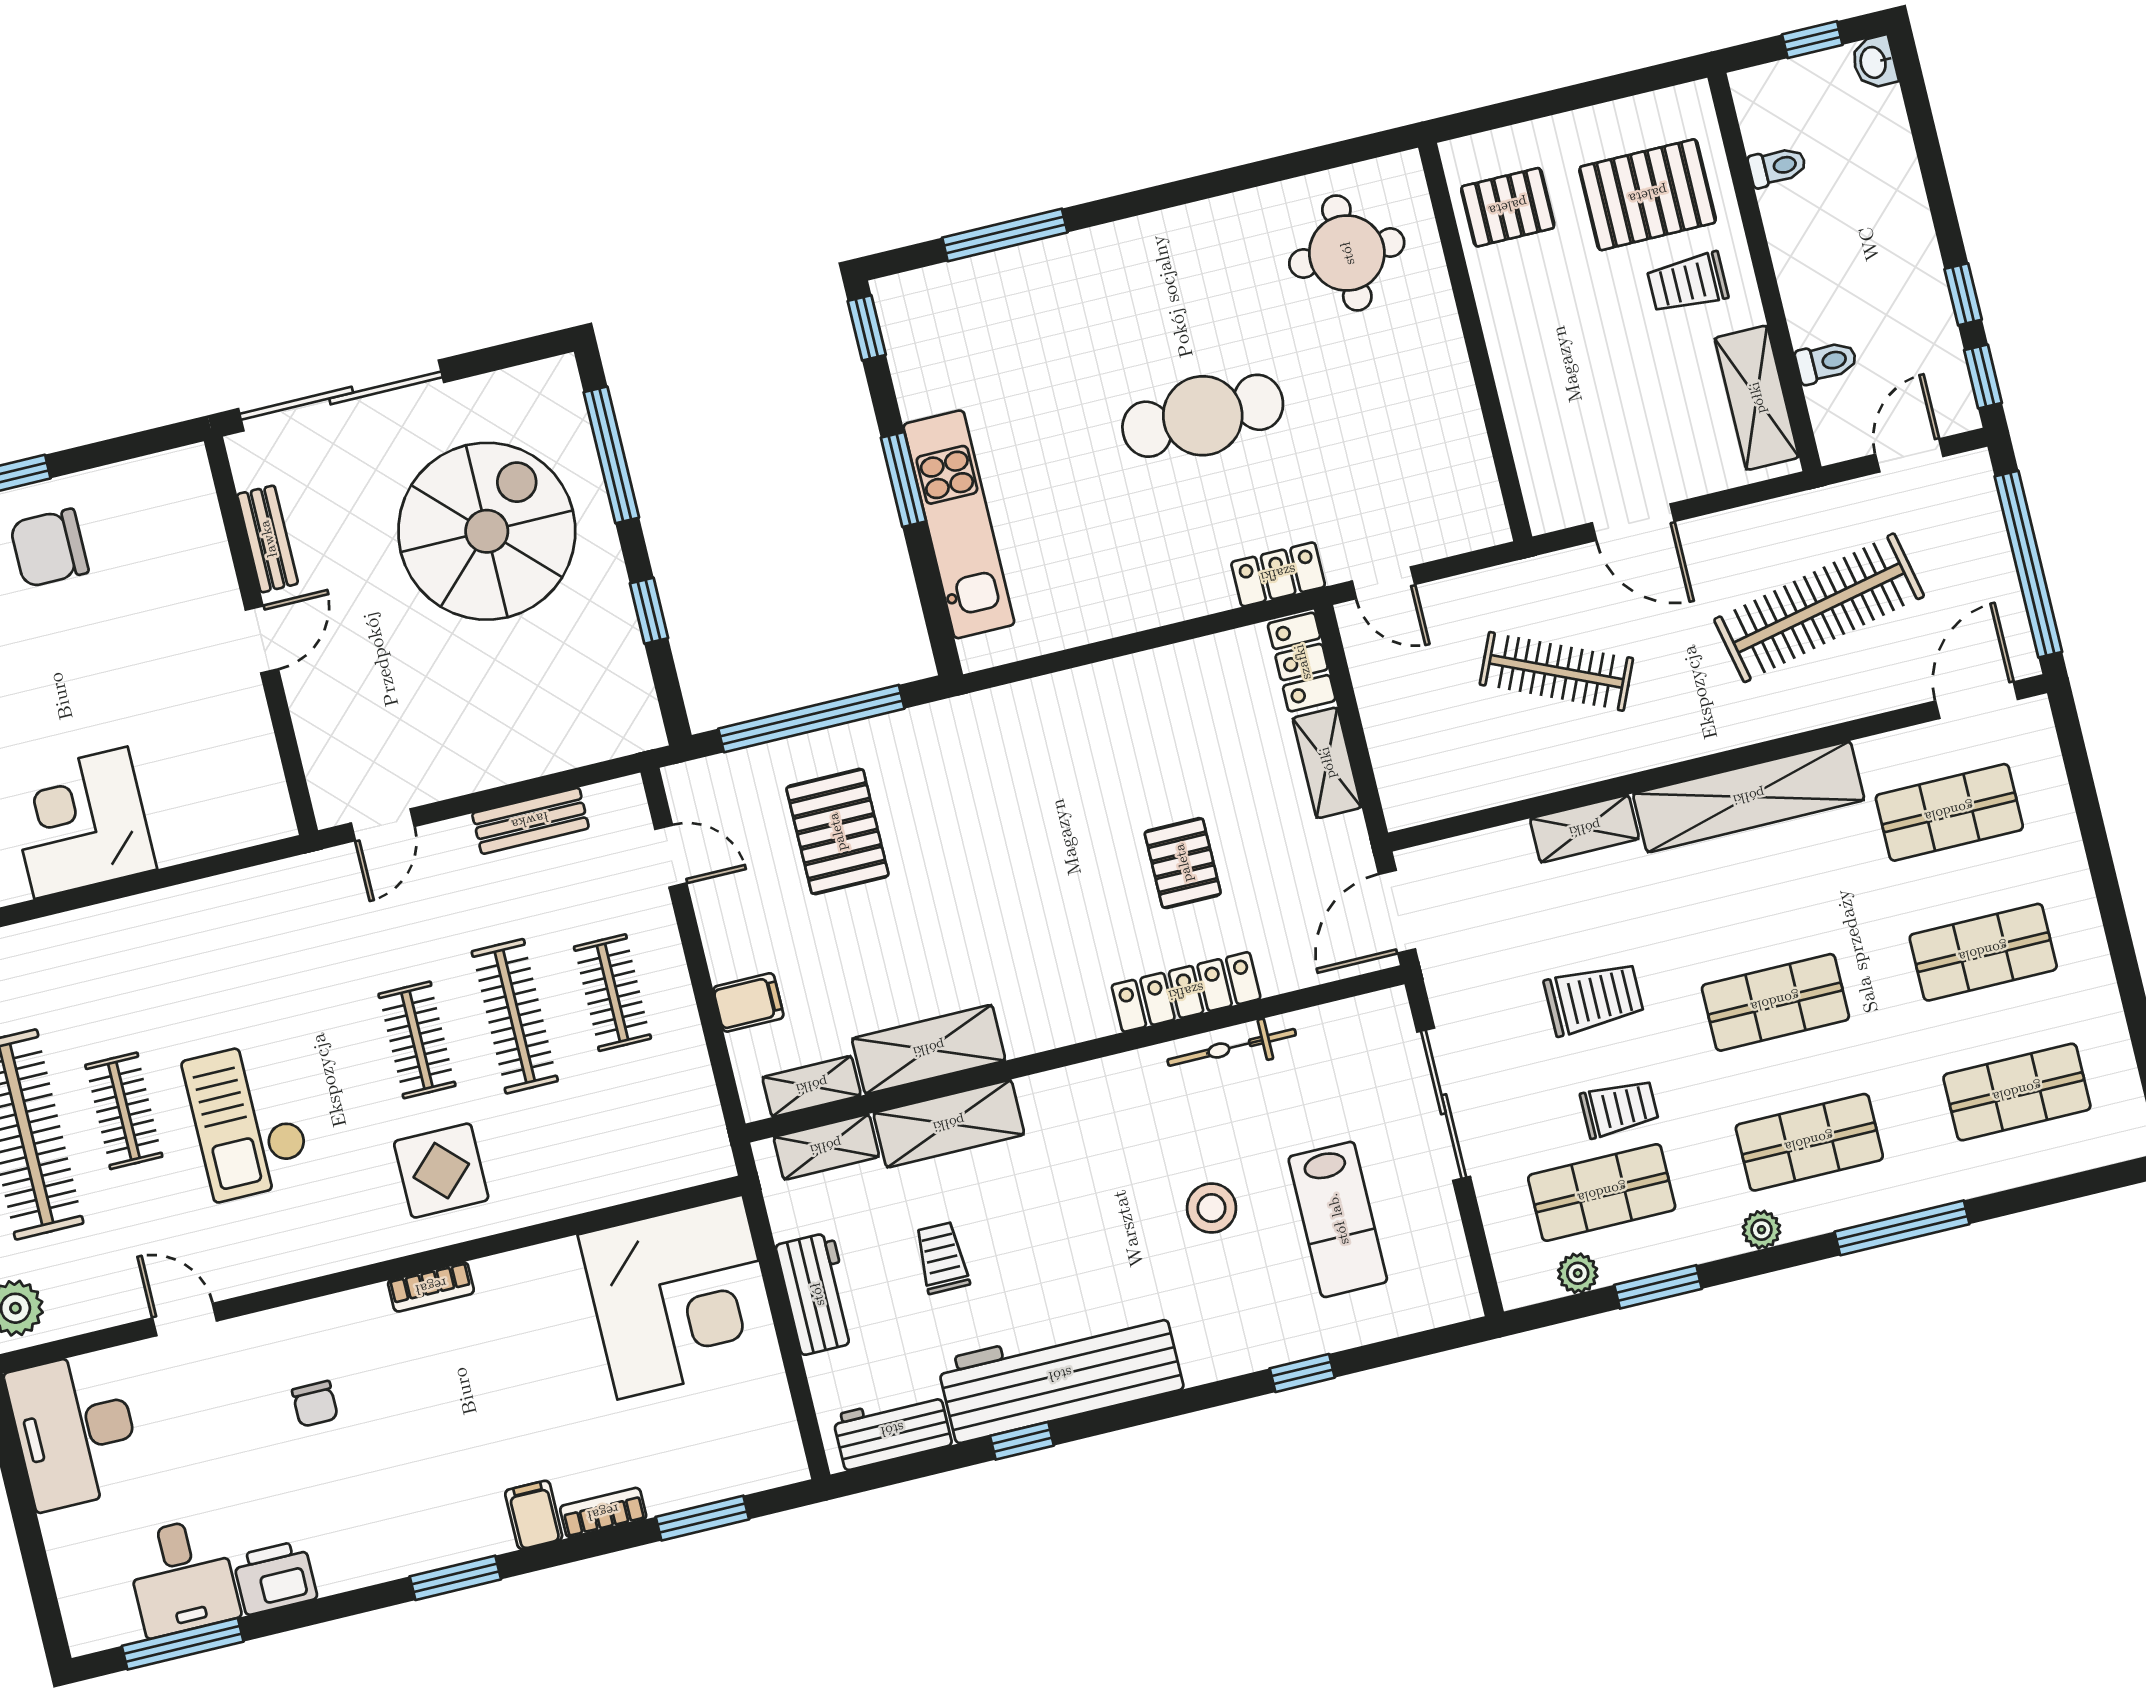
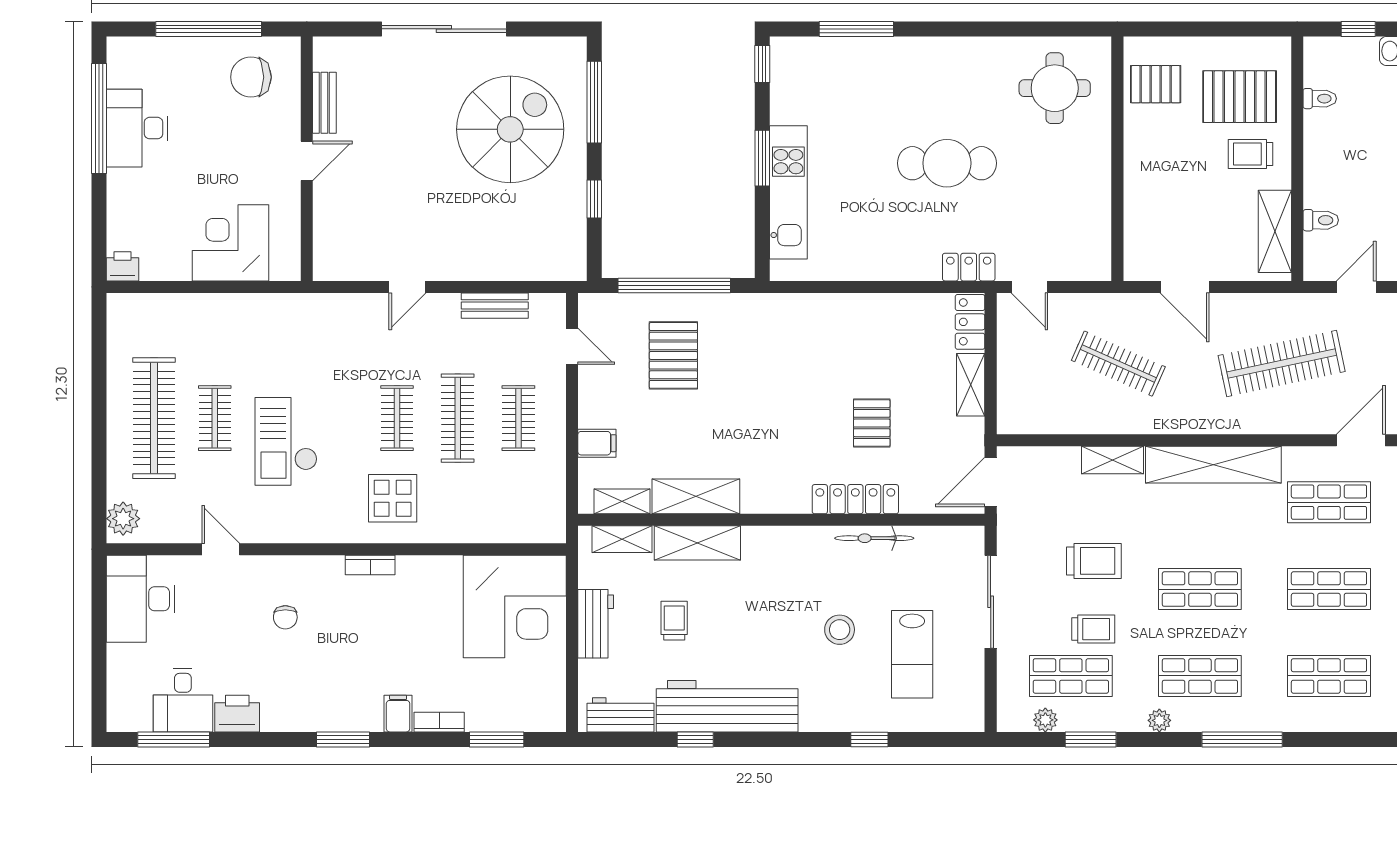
bench: (268, 539) -> (324, 103), moved
wall: (261, 636) -> (307, 159), moved
door: (262, 639) -> (307, 161), moved

